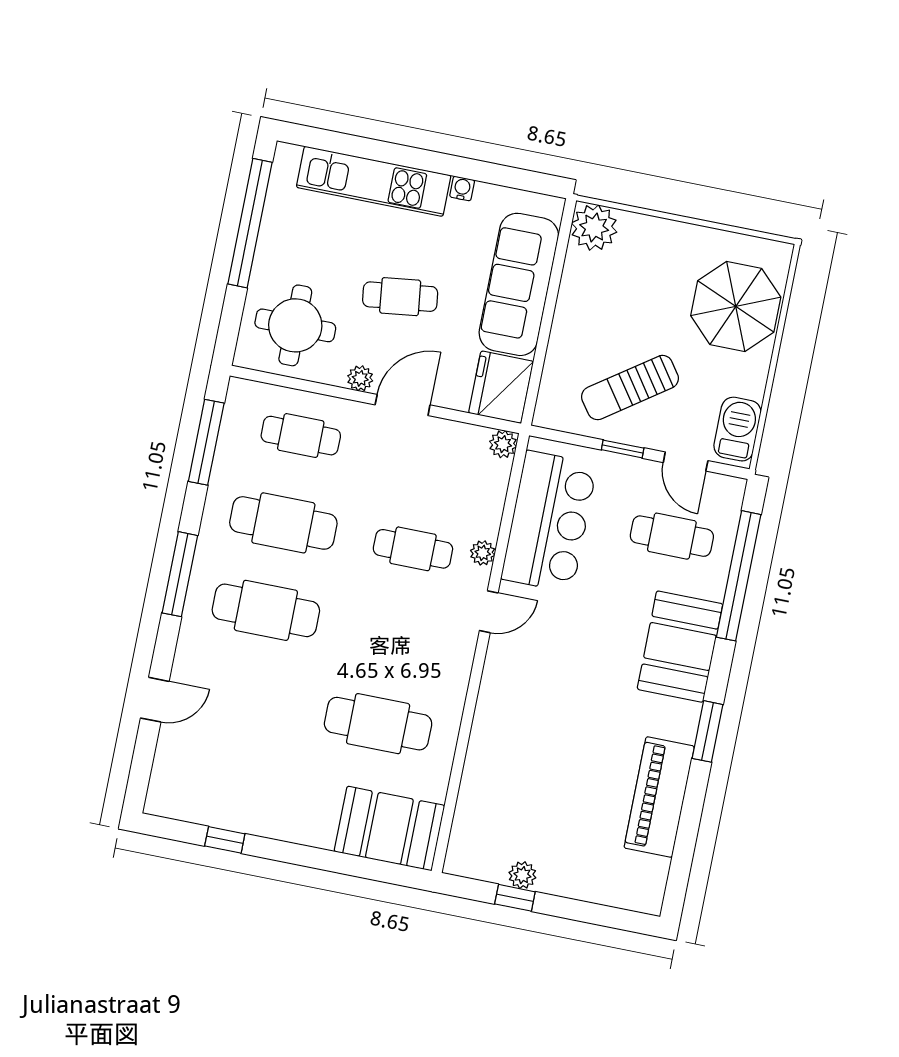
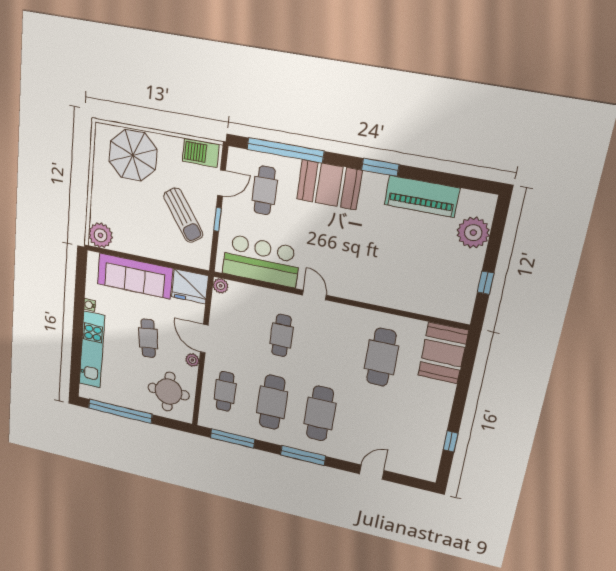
plant: (483, 553) -> (281, 298), removed
door: (155, 700) -> (372, 472), hinge flipped
plant: (522, 875) -> (473, 233), moved, width x1.88, depth x1.88

